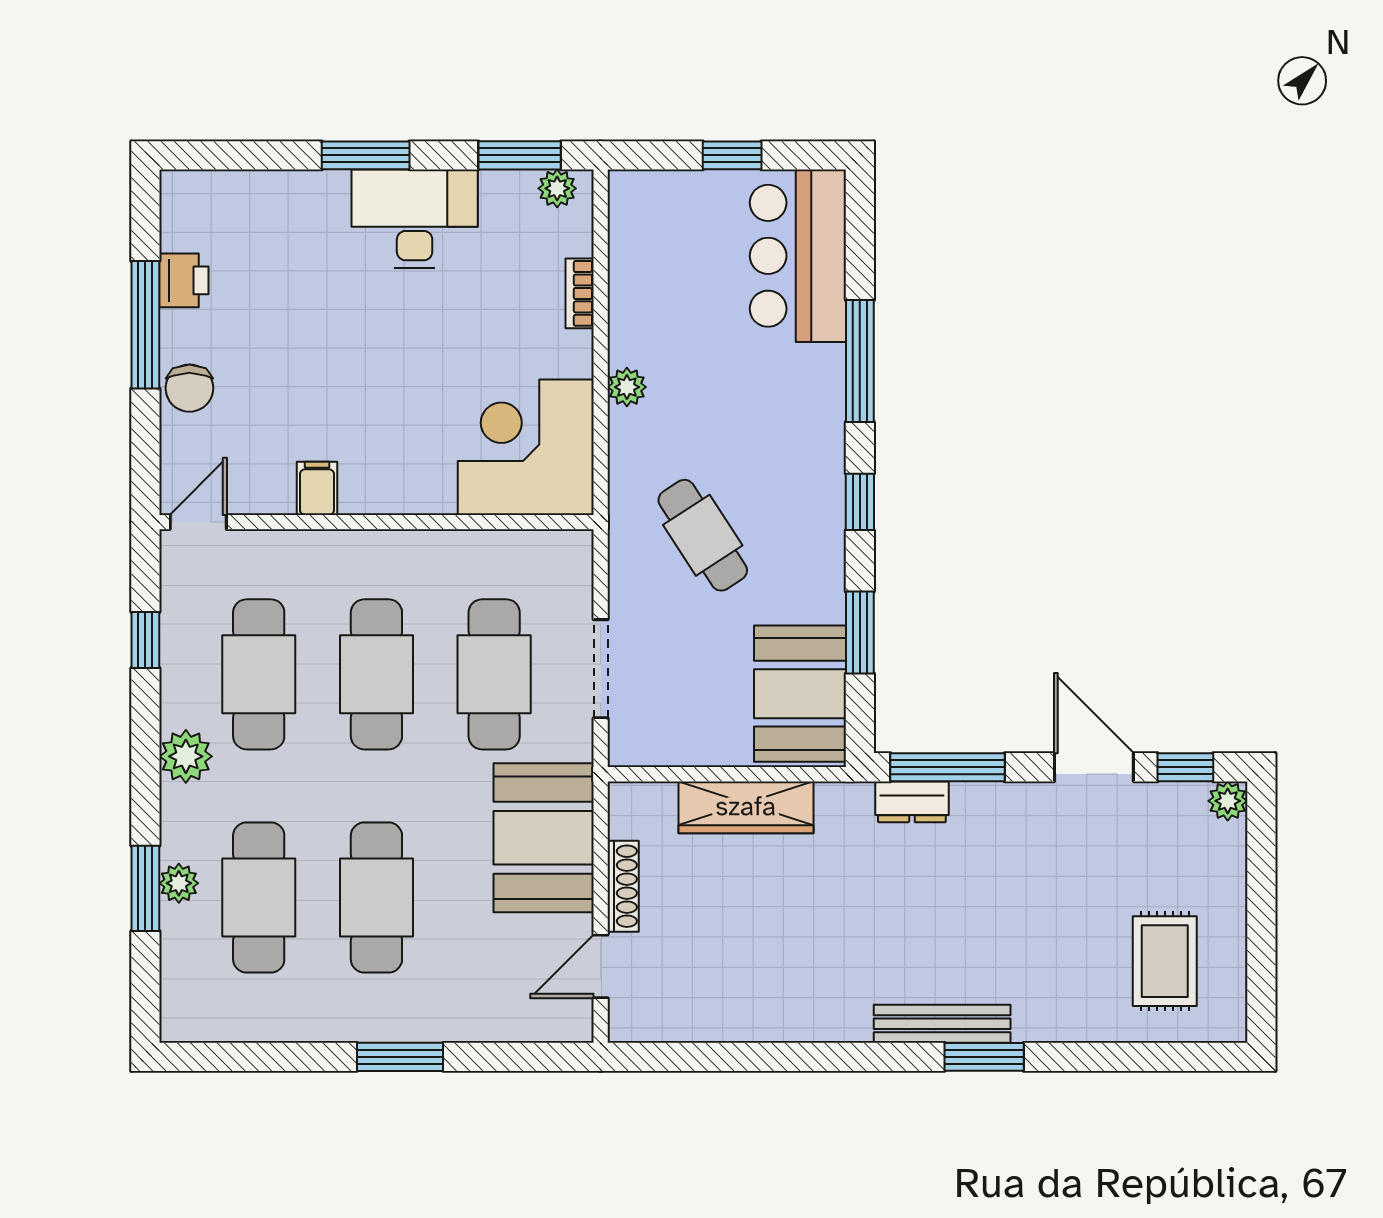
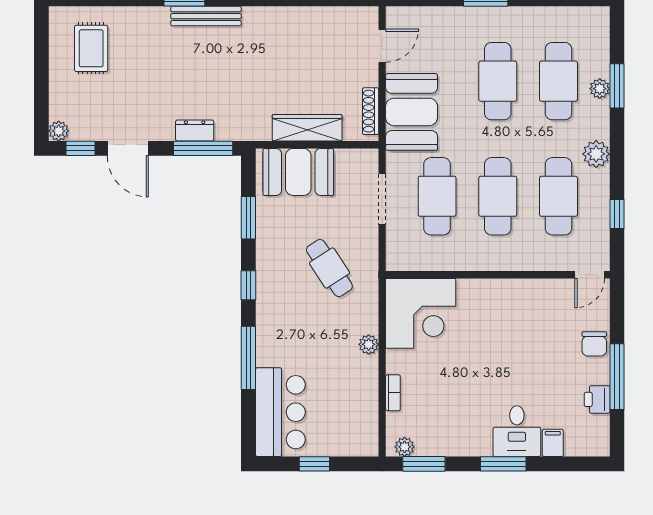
desk: (415, 219) -> (517, 431), moved, width x0.73
chair: (189, 388) -> (594, 344), turned 180
filing cabinet: (317, 488) -> (553, 443), moved, turned 180
booth: (800, 694) -> (298, 172), moved, turned 90
dresser: (912, 802) -> (195, 130), moved
shoe rack: (623, 886) -> (371, 111), moved

